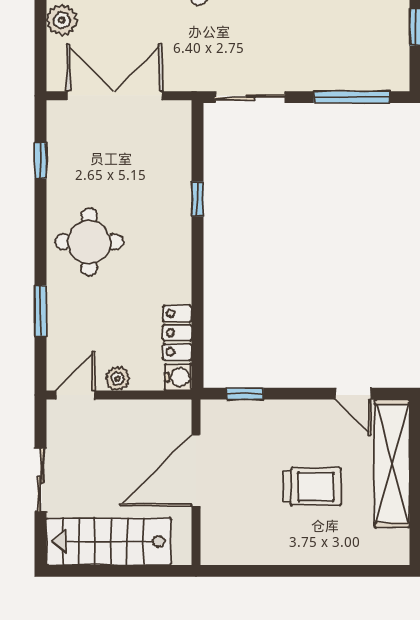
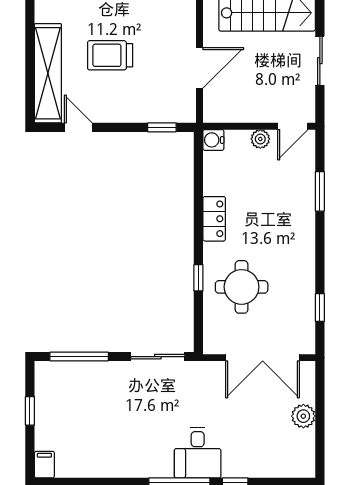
round table: (89, 242) -> (242, 287), moved
locker: (177, 333) -> (214, 219), moved
door: (196, 470) -> (200, 68), width x0.73

